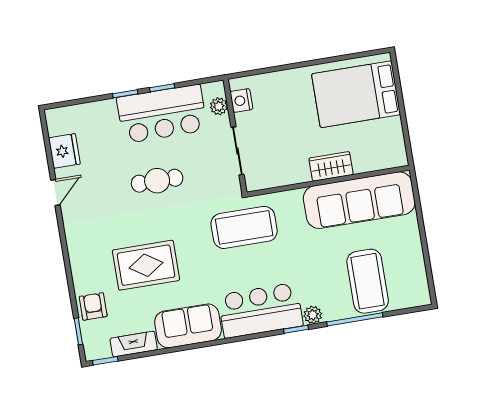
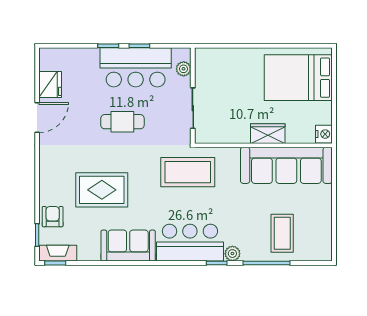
nightstand: (241, 101) -> (324, 134), moved, turned 180
door: (55, 193) -> (37, 118), width x1.38
coffee table: (368, 281) -> (282, 233), width x0.73, depth x0.76
fireplace: (134, 344) -> (58, 253), moved

